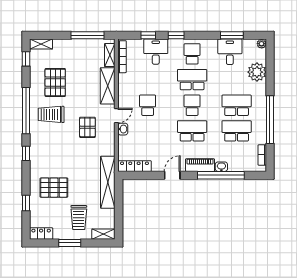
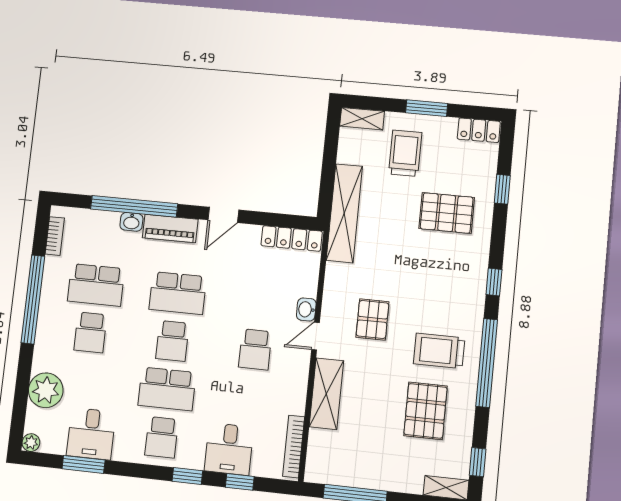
shelving: (110, 55) -> (316, 452), removed
school desk: (237, 105) -> (90, 332), width x0.54
trolley: (51, 114) -> (439, 351), turned 180

